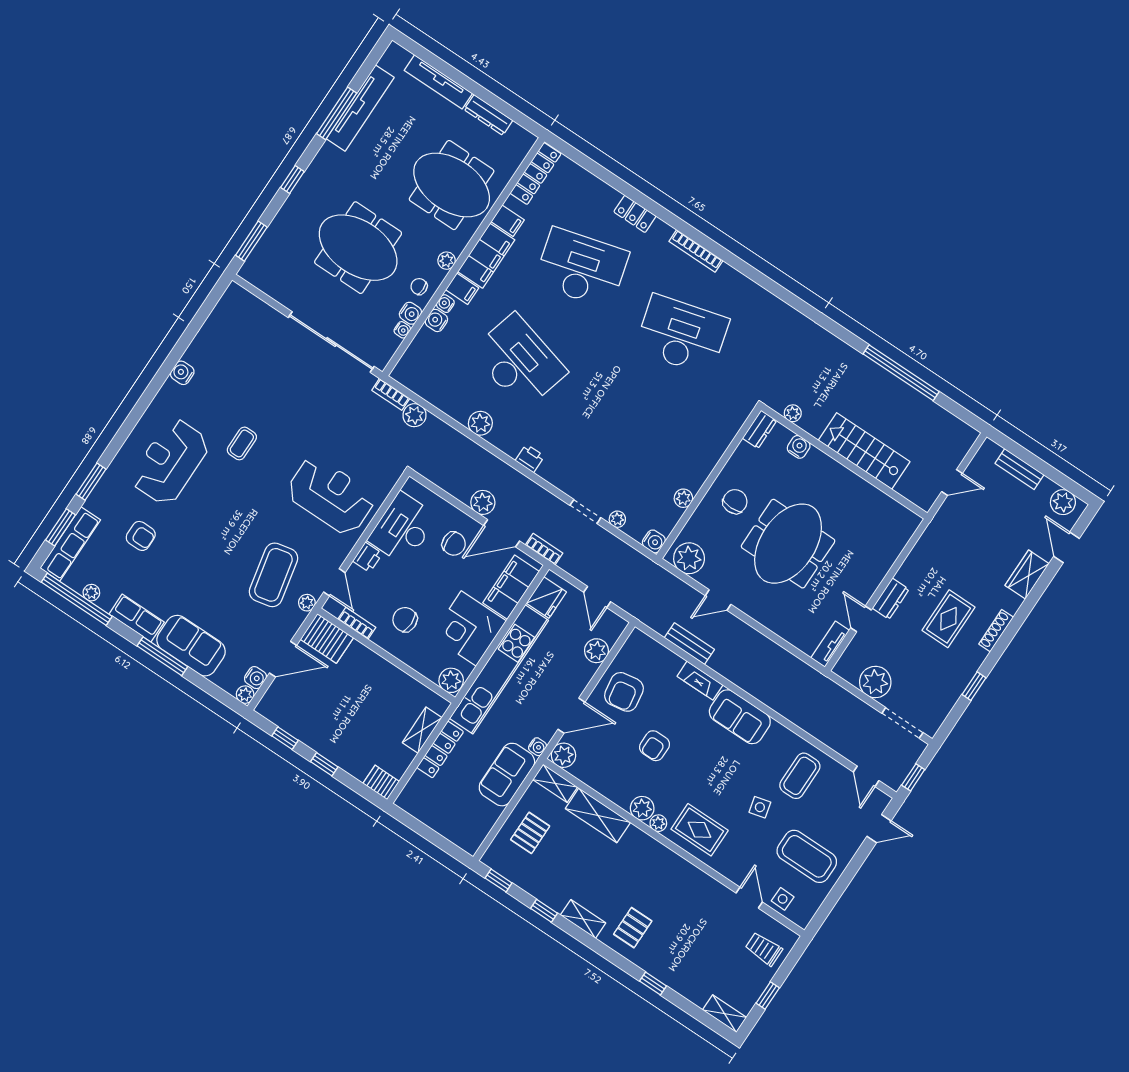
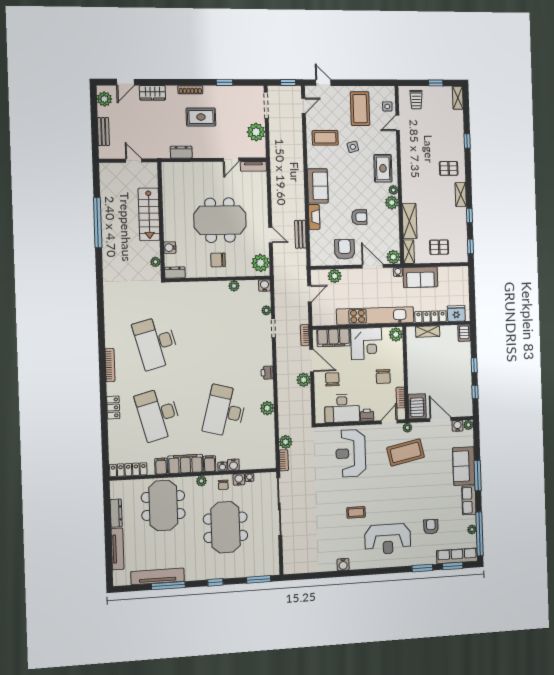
fridge: (546, 598) -> (456, 313), moved
dresser: (891, 599) -> (181, 152), moved
armchair: (624, 692) -> (345, 249), turned -81

